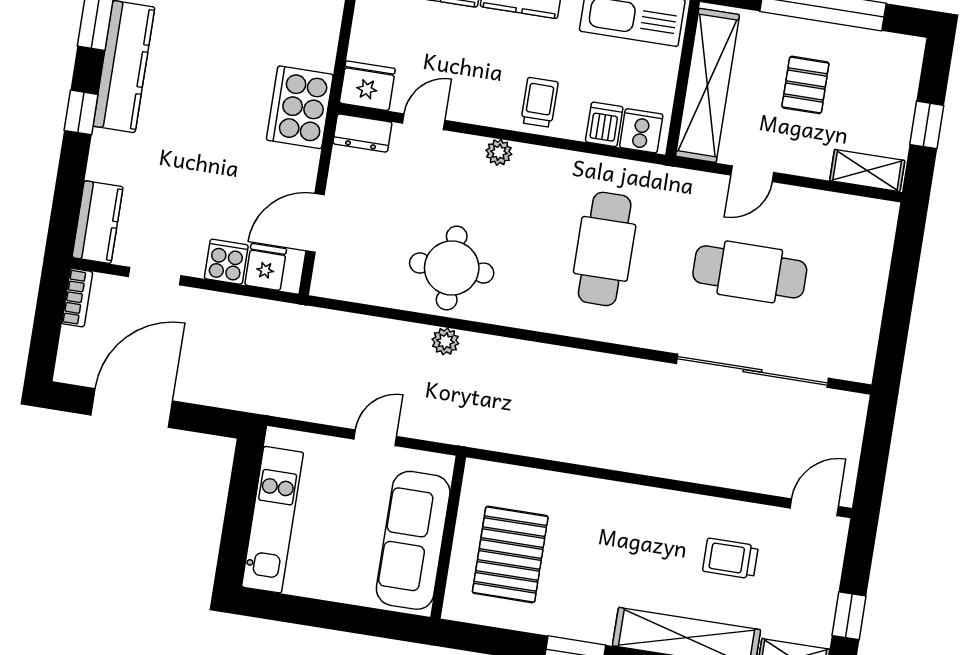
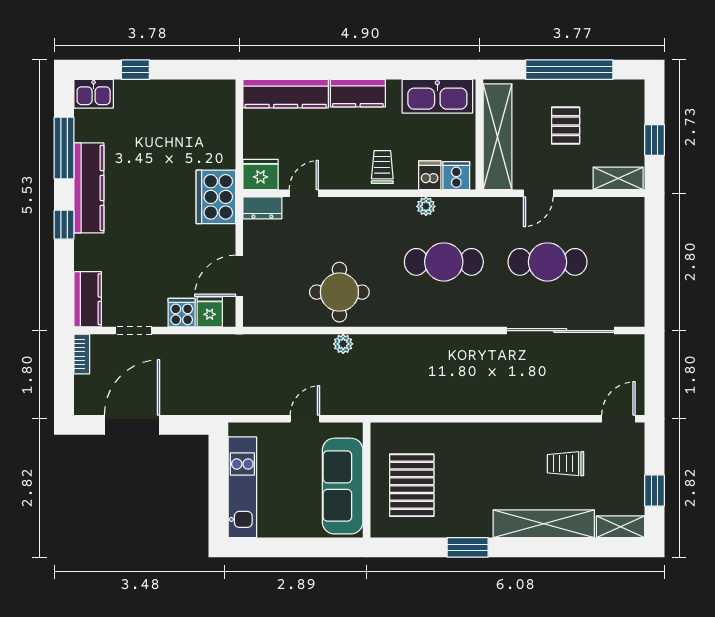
plant: (499, 152) -> (426, 206), moved
cafe table: (605, 249) -> (444, 262), turned 90

